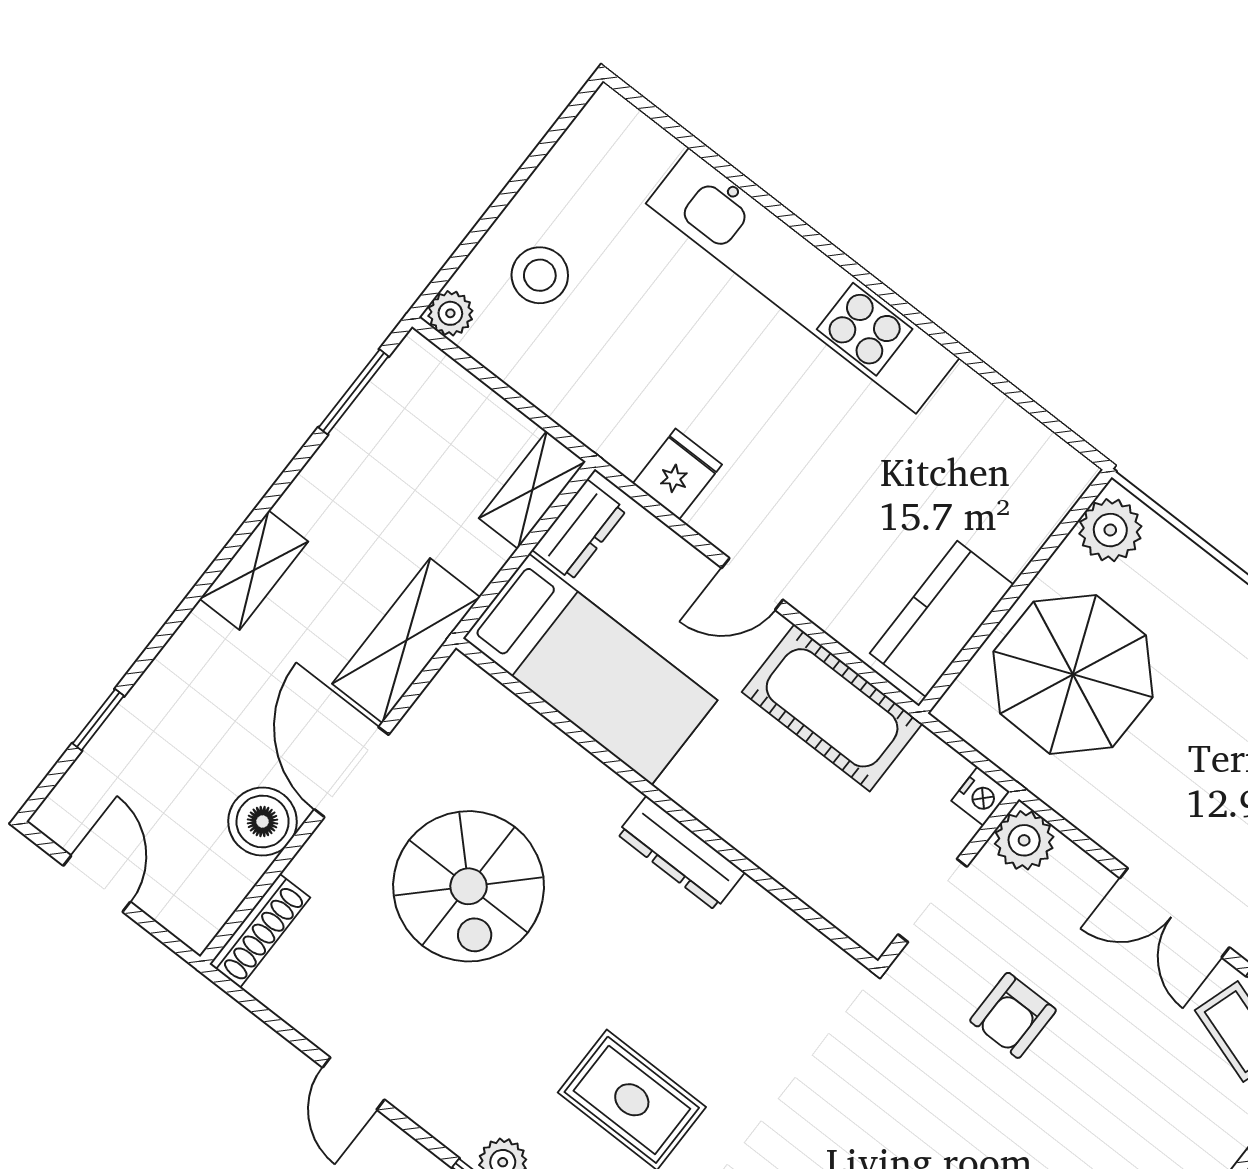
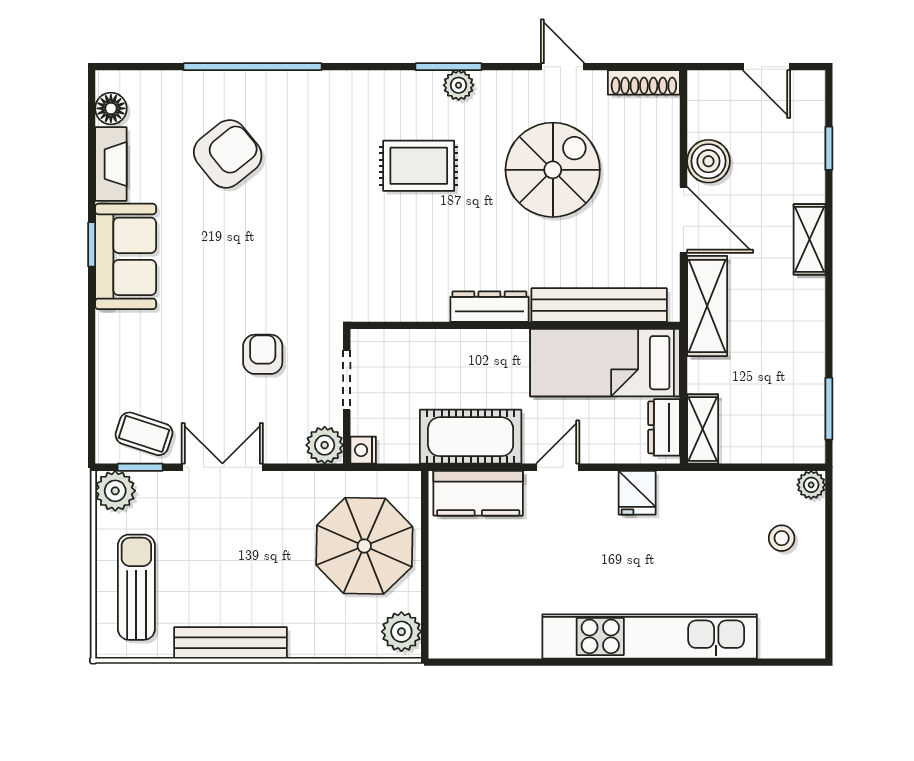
stool: (540, 275) -> (782, 538), width x0.73, depth x0.73
shelving: (254, 570) -> (809, 239), moved
kitchen counter: (942, 619) -> (478, 493), moved, turned 90
bench: (541, 748) -> (599, 305), added
spiral stairs: (469, 886) -> (553, 170), moved, turned 90
shoe rack: (260, 931) -> (644, 82), moved, turned -90

